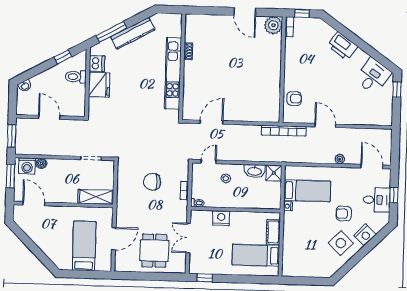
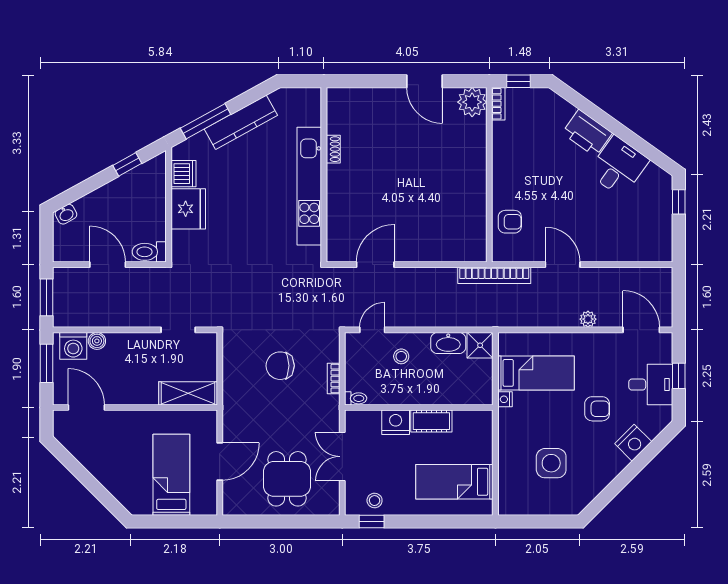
desk: (373, 76) -> (618, 166), moved
toilet: (76, 77) -> (149, 252), moved
armchair: (344, 214) -> (597, 409), turned 180
cot: (273, 232) -> (431, 421), moved, turned 90
side table: (341, 243) -> (551, 463), moved, turned 45
stool: (207, 265) -> (375, 501), added

